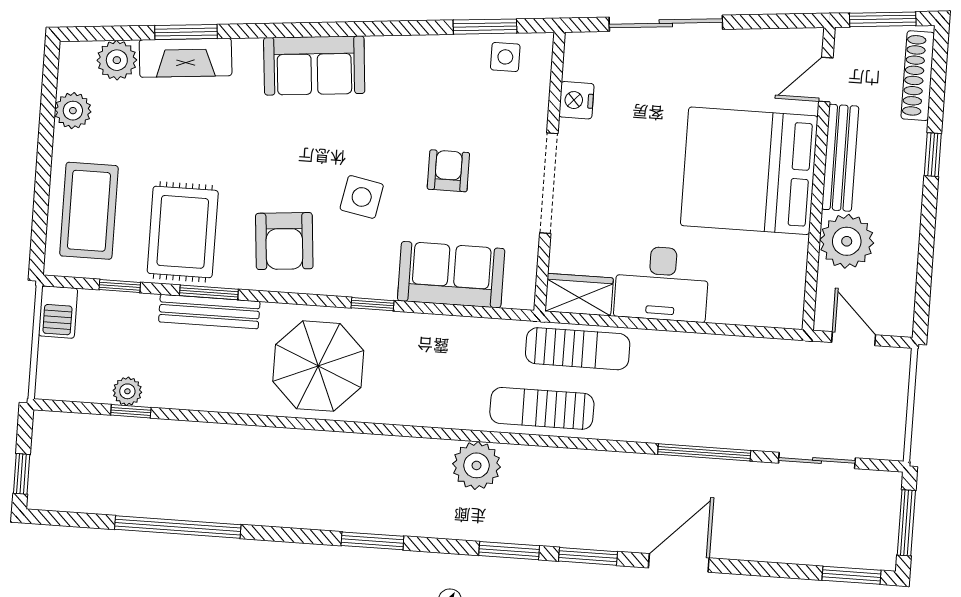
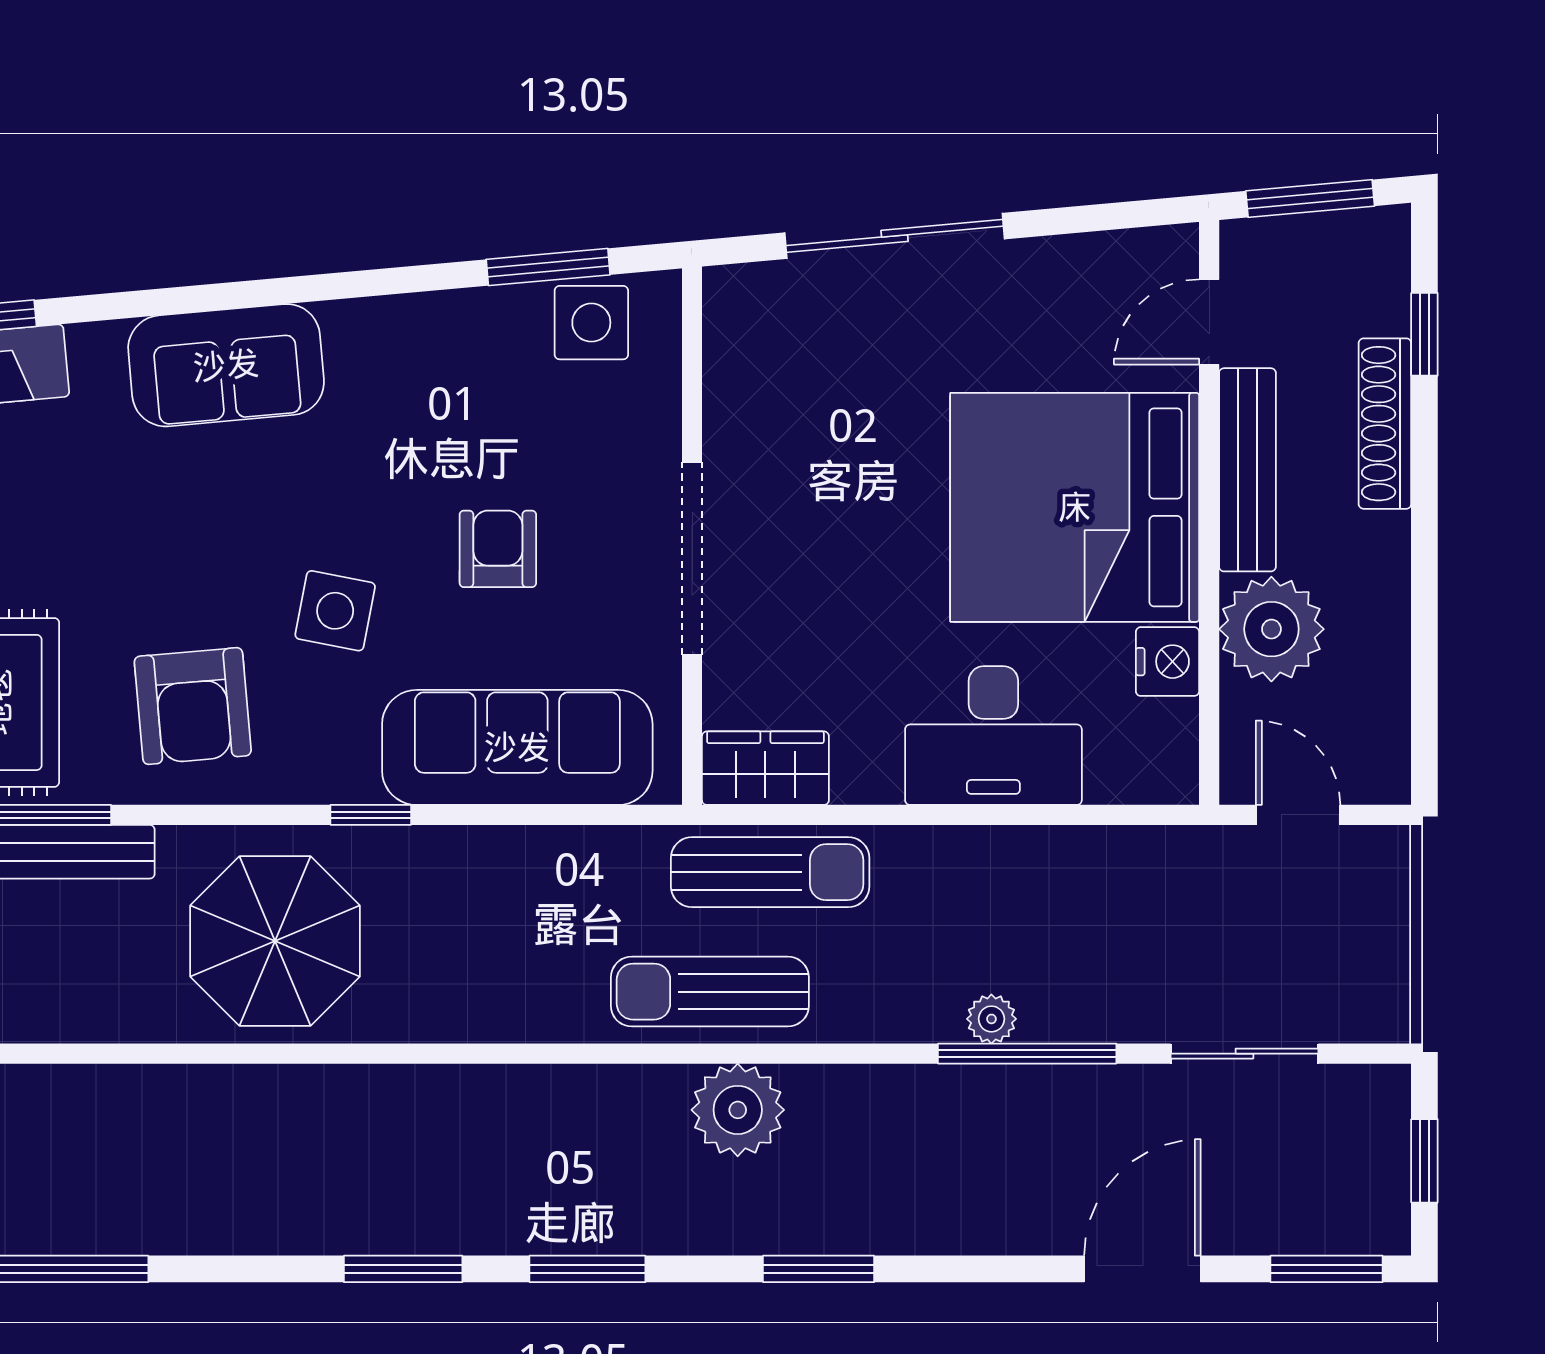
side table: (505, 57) -> (591, 323), width x1.37, depth x1.37
shoe rack: (918, 76) -> (1385, 424), moved
nightstand: (576, 100) -> (1167, 662), moved, turned 180
window: (933, 155) -> (1424, 334), moved
sofa: (451, 275) -> (517, 747), width x1.36
desk: (662, 284) -> (993, 736), moved
plant: (687, 433) -> (991, 1019), added
plant: (476, 465) -> (738, 1110), moved
window: (906, 523) -> (1424, 1161), width x0.67
window: (509, 551) -> (587, 1269), moved
door: (679, 563) -> (1142, 1269), moved

